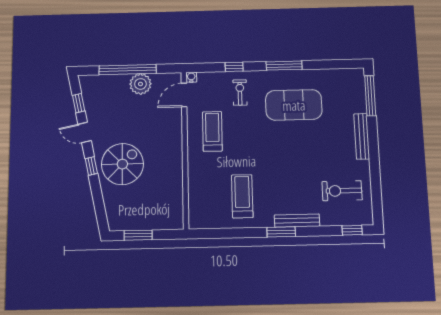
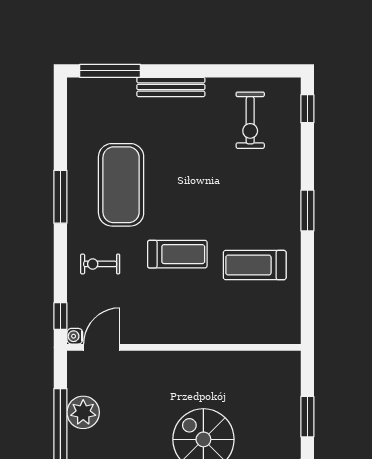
window: (234, 67) -> (60, 316), moved
door: (184, 95) -> (102, 347), swing flipped
treadmill: (212, 131) -> (177, 254), moved, turned 180
bench: (297, 221) -> (292, 187), removed

